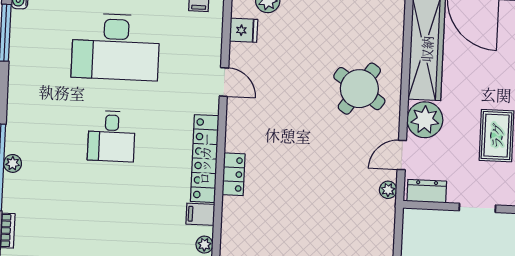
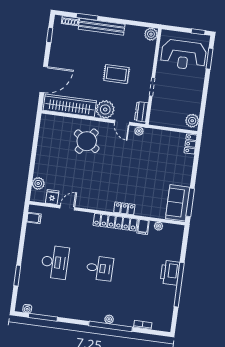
desk: (116, 47) -> (55, 262), width x0.73, depth x0.77
door: (224, 82) -> (67, 208), moved

